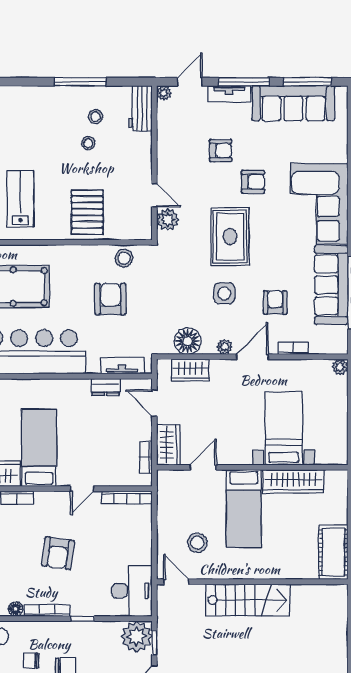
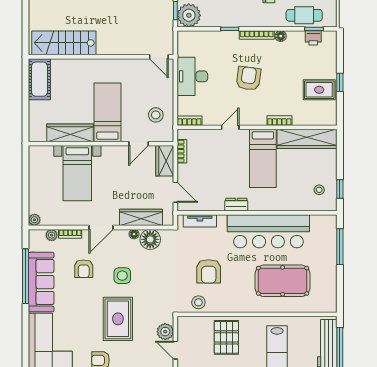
plant: (225, 347) -> (52, 235), moved
floor lamp: (209, 348) -> (134, 234), added
wardrobe: (190, 370) -> (141, 217), width x1.50
dresser: (106, 387) -> (236, 205), moved
bookcase: (127, 498) -> (189, 121), width x0.64
stool: (197, 543) -> (156, 115), moved
desk: (132, 591) -> (192, 76), moved
stairs: (248, 600) -> (64, 43), moved

